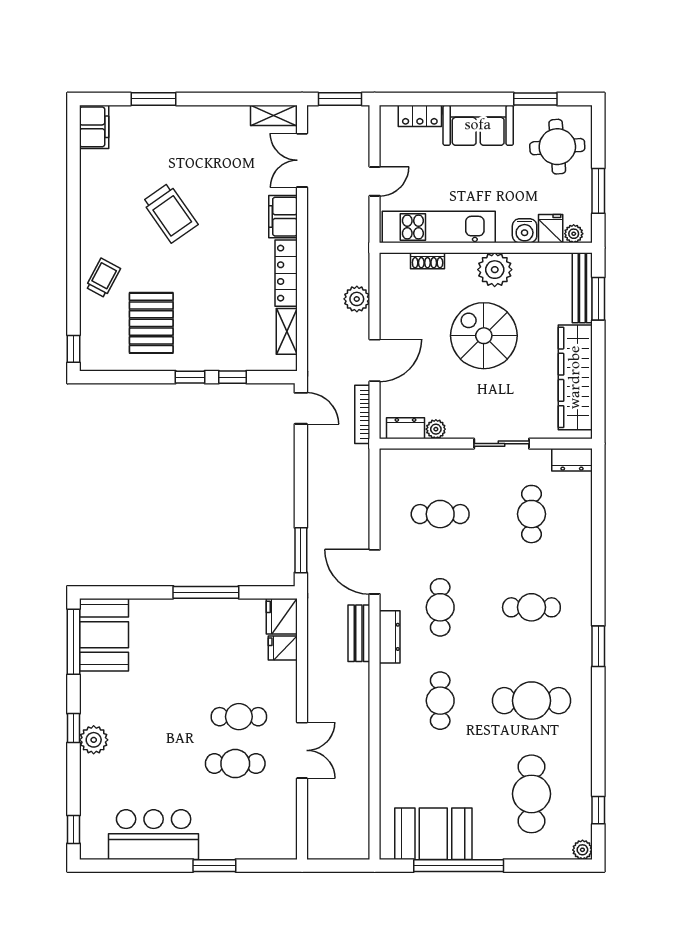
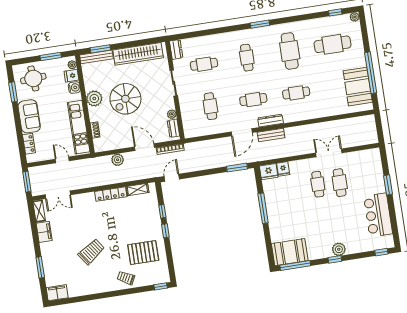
filing cabinet: (283, 217) -> (44, 232), moved, turned -90

